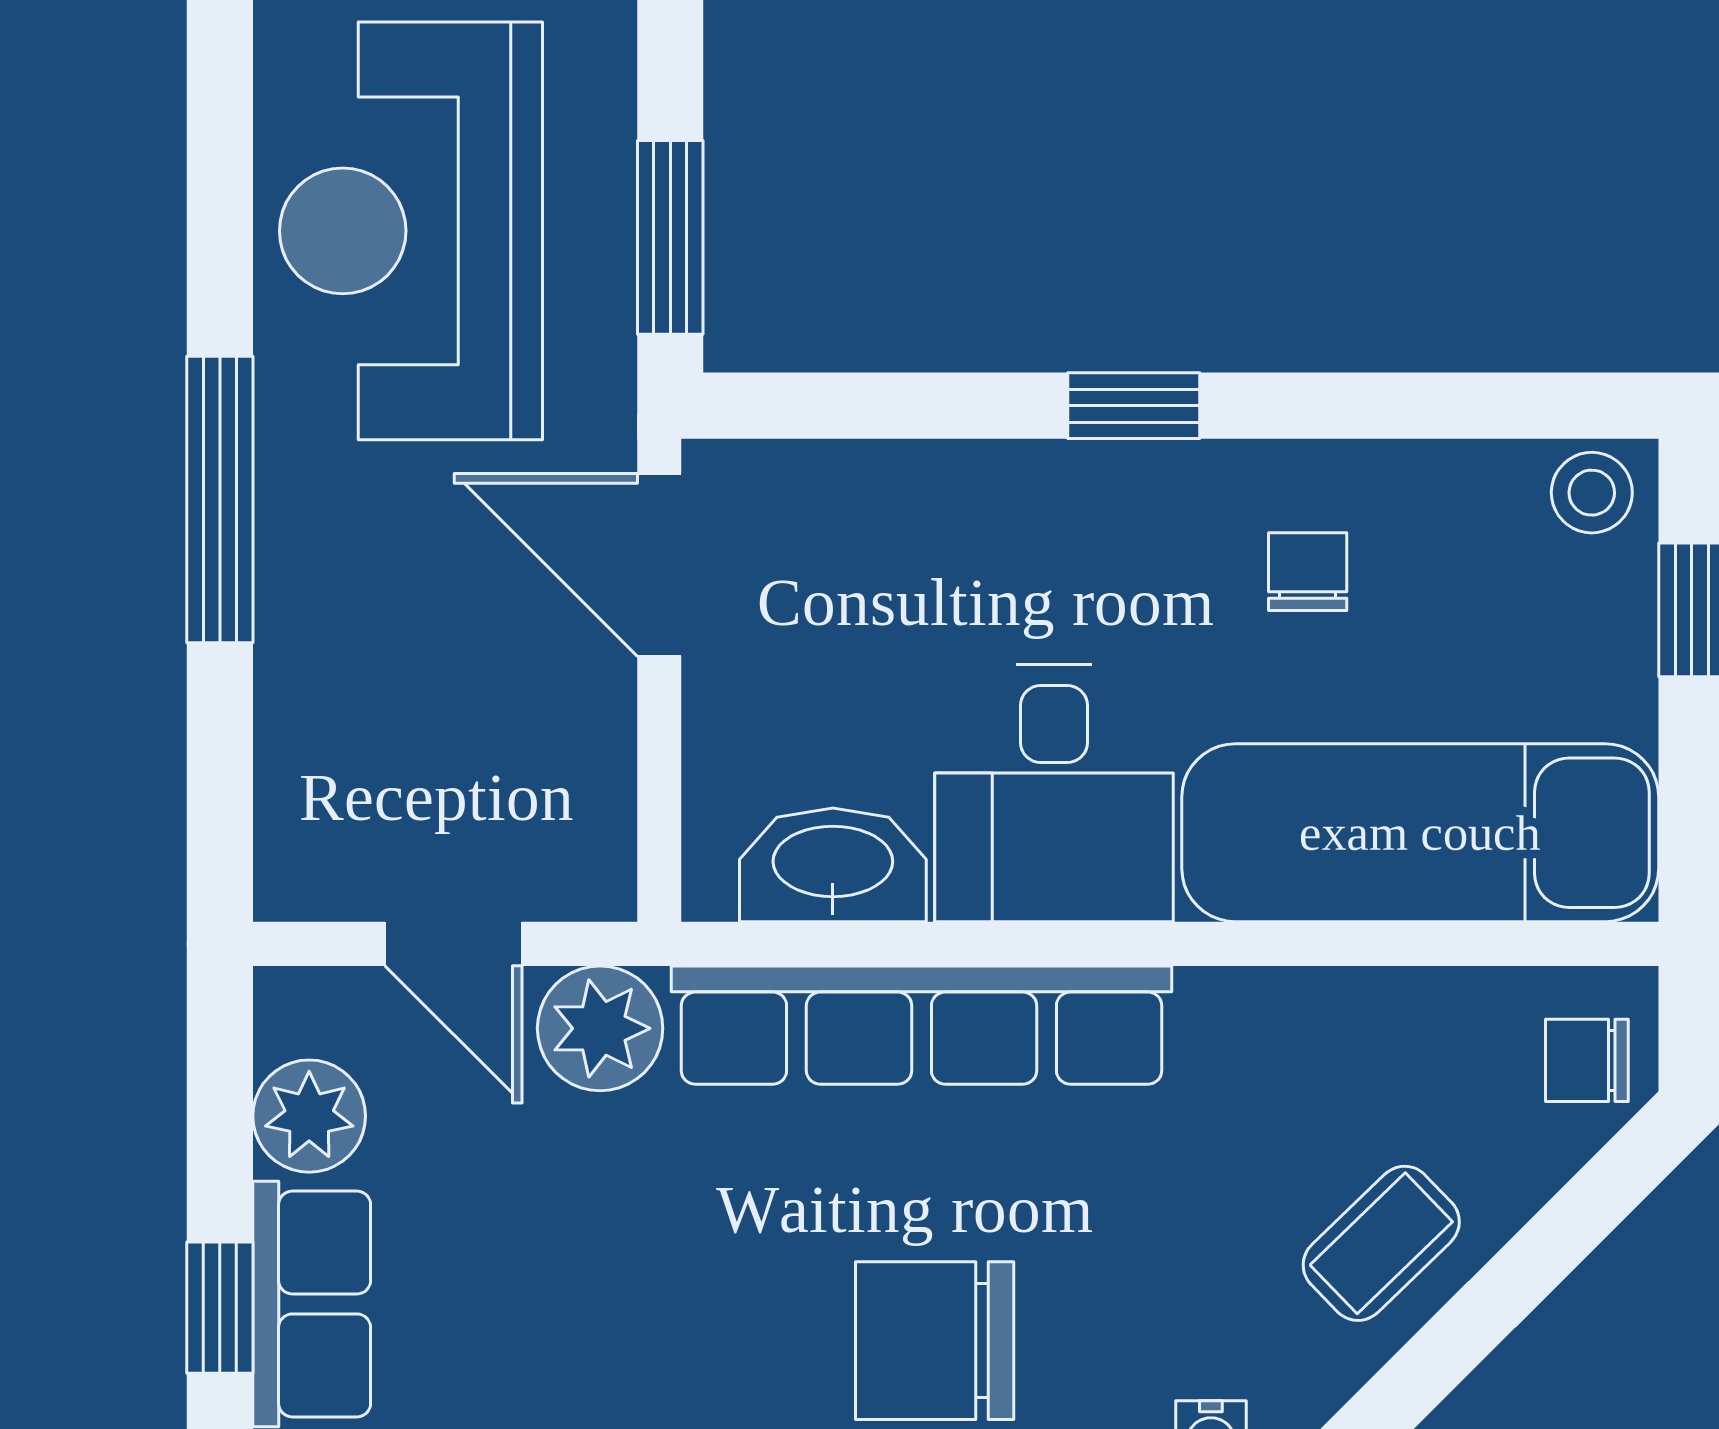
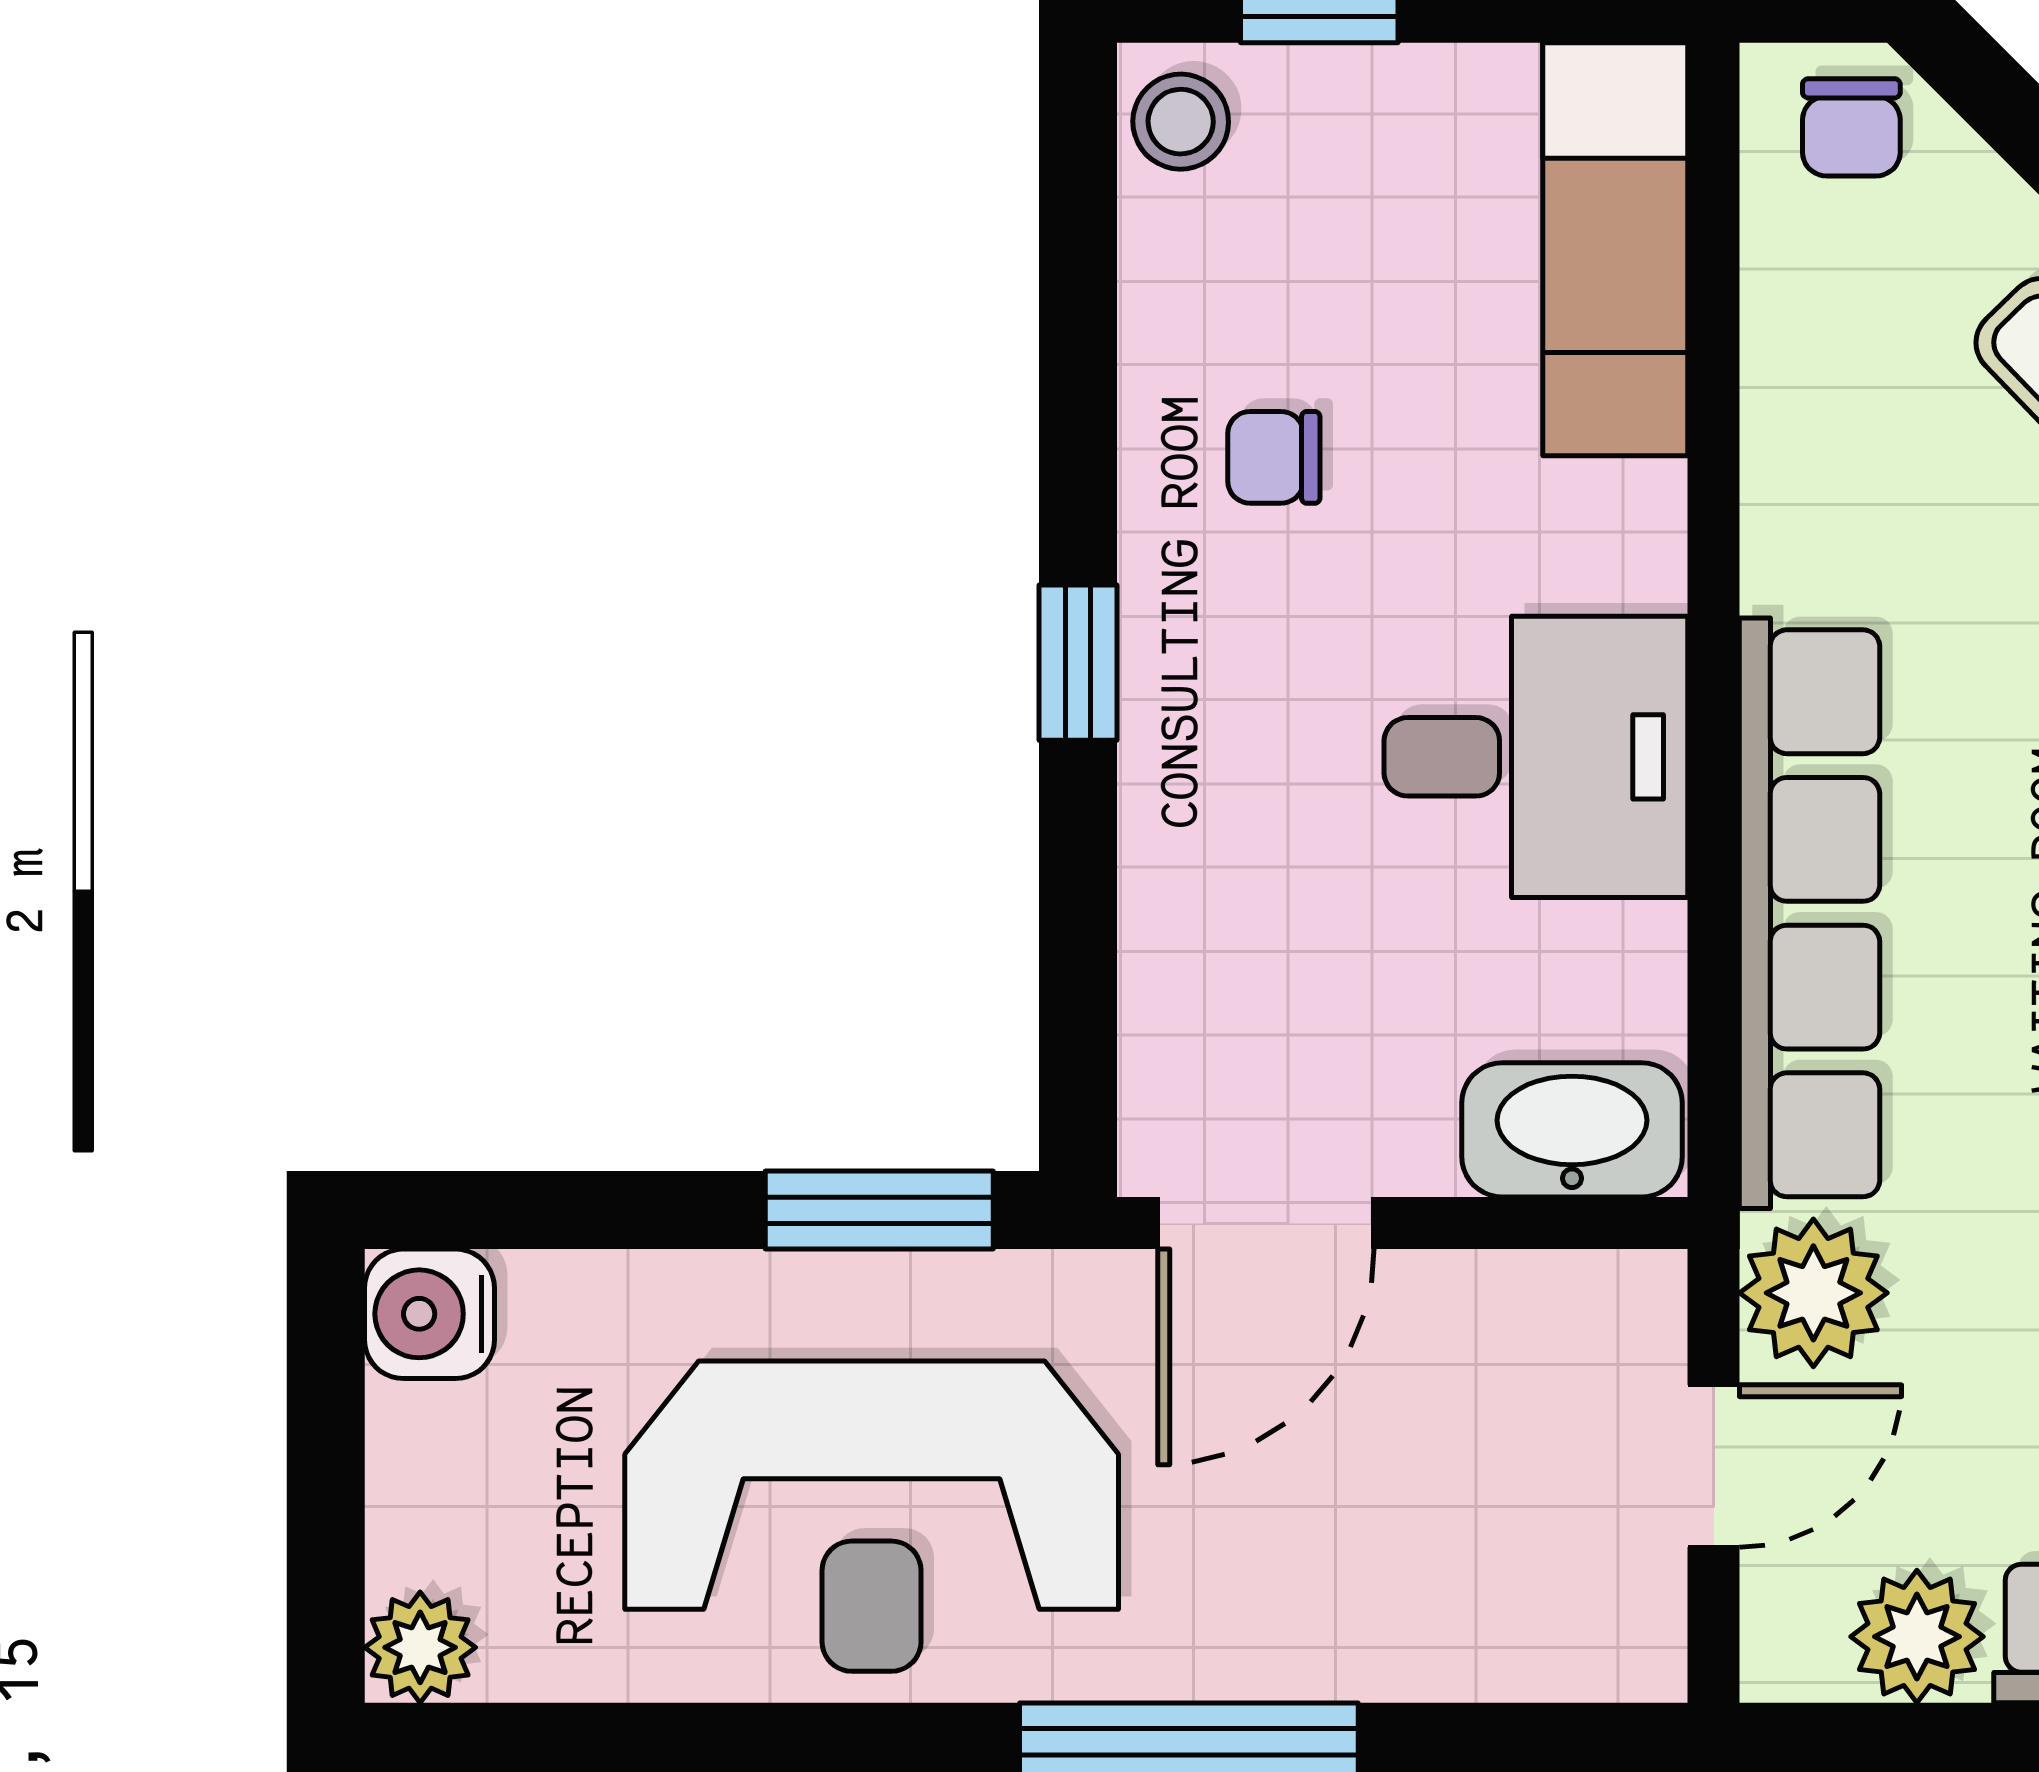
exam couch: (1420, 833) -> (1615, 249), width x0.73, depth x0.69
washbasin: (833, 865) -> (1572, 1130), moved, turned 90

